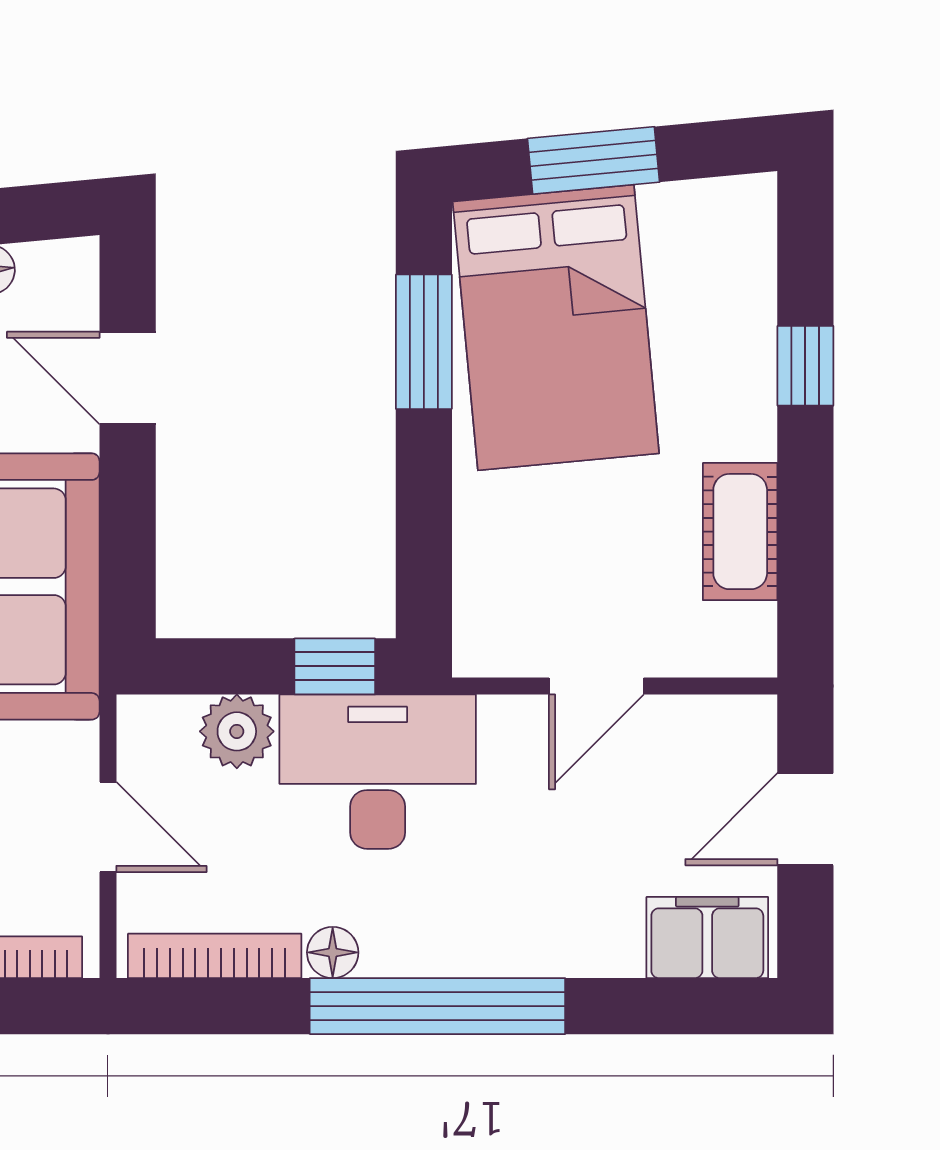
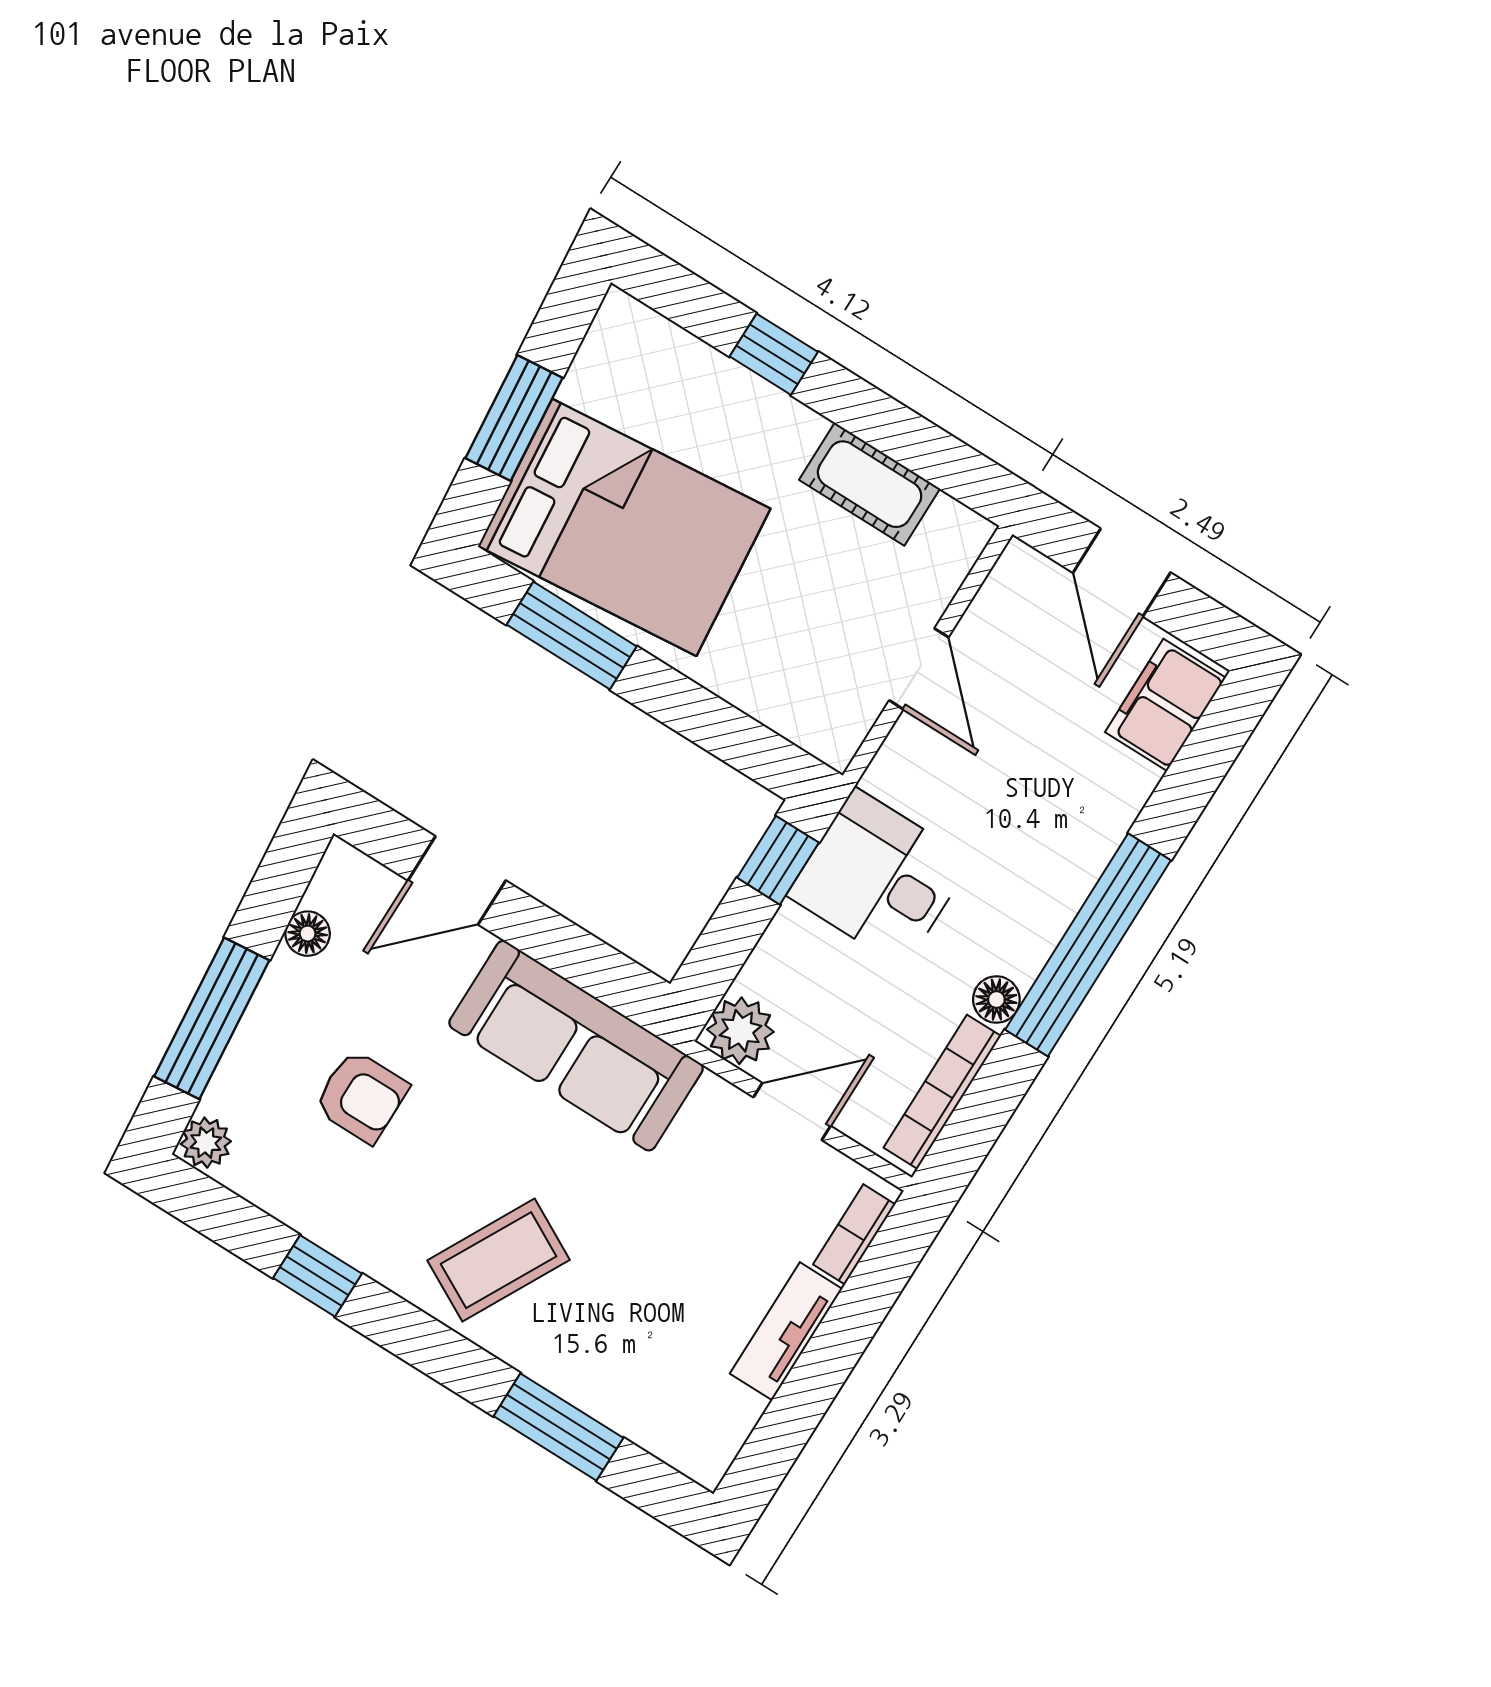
plant: (237, 731) -> (740, 1031), moved
desk: (378, 772) -> (879, 878), width x0.73

